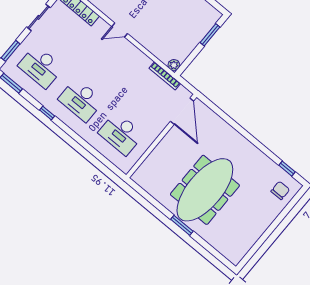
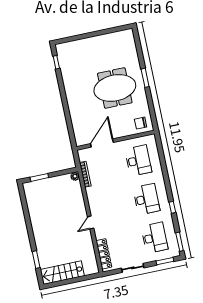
door: (120, 30) -> (91, 222), swing flipped
door: (182, 111) -> (102, 143), moved
meeting table: (205, 190) -> (115, 88), width x0.73
chair: (280, 190) -> (141, 123), moved

